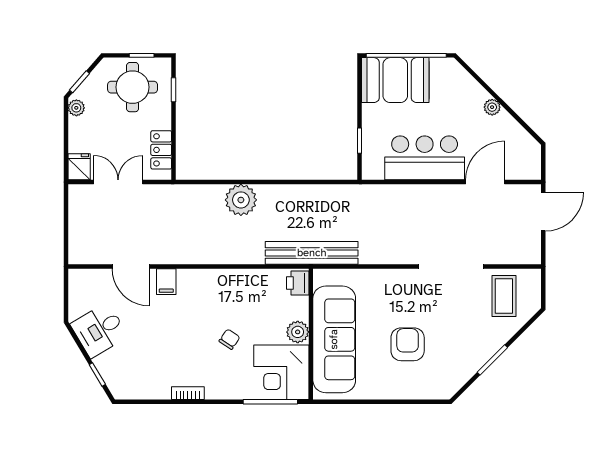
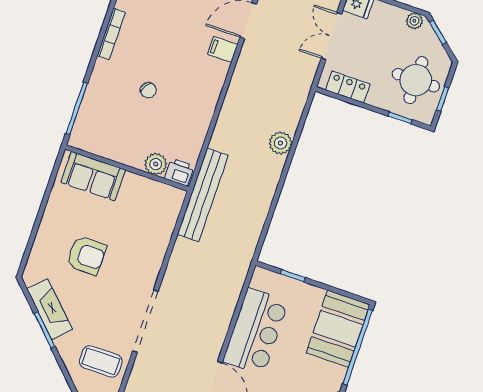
double door: (118, 182) -> (331, 36), swing flipped
plant: (241, 200) -> (280, 143), width x0.73, depth x0.73
plant: (298, 332) -> (156, 164), moved
sofa: (334, 339) -> (93, 176), width x0.54, depth x0.79
fireplace: (471, 362) -> (50, 309), added
corner desk: (281, 372) -> (101, 128), removed
bookcase: (188, 393) -> (111, 34), width x1.56

